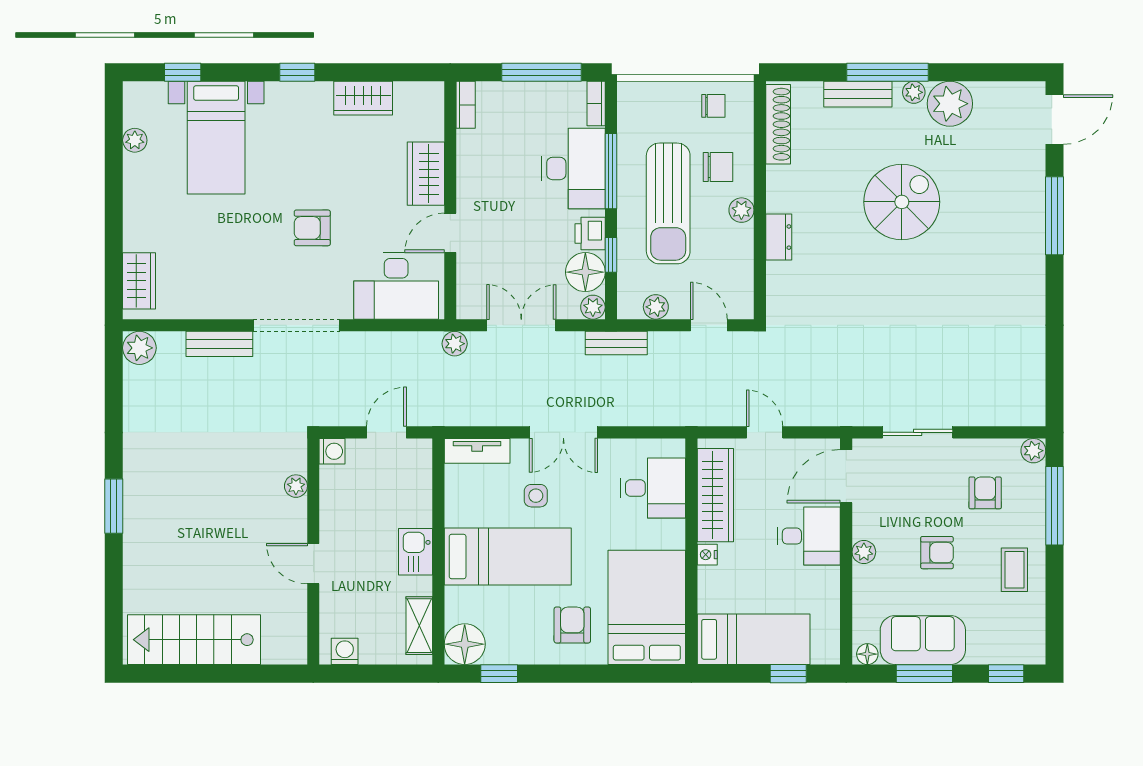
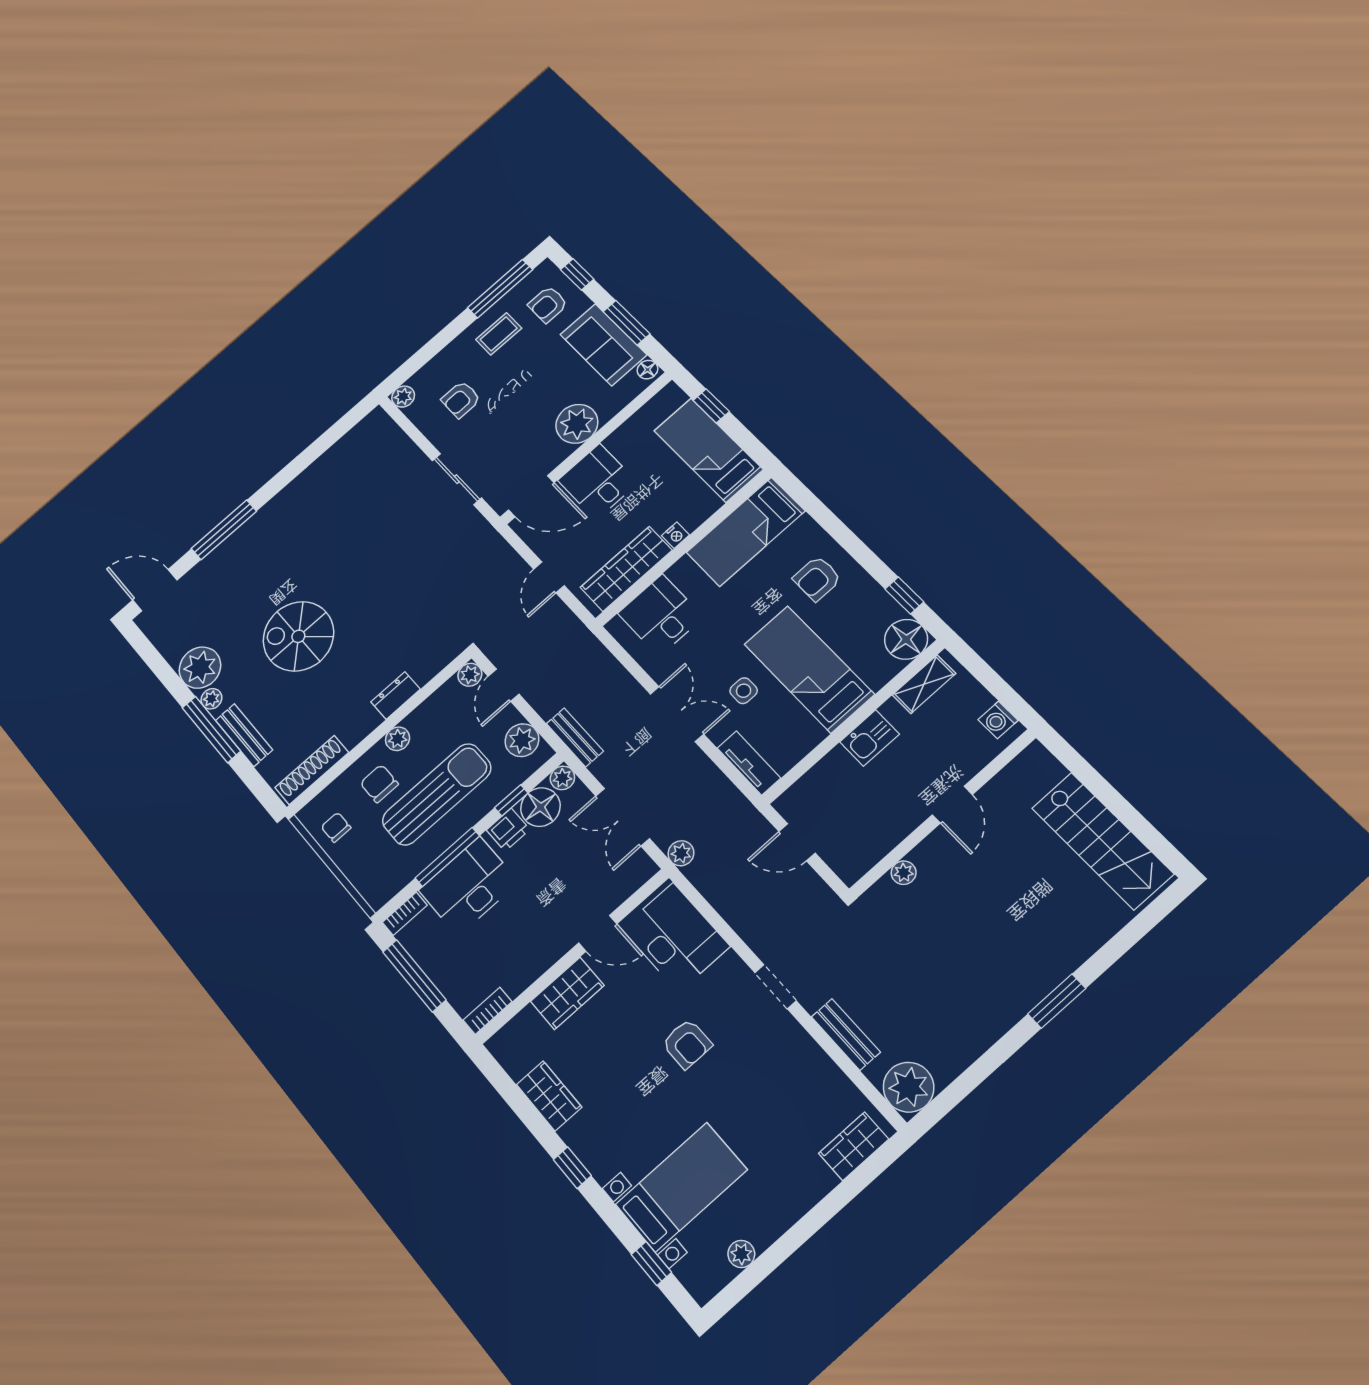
plant: (656, 307) -> (522, 740), width x1.38, depth x1.38
plant: (742, 307) -> (470, 675), added
doorway: (296, 325) -> (776, 987), width x0.53
plant: (139, 348) -> (909, 1087), width x1.36, depth x1.36
washing machine: (332, 451) -> (850, 870), removed
window: (1055, 506) -> (500, 289), moved
plant: (864, 552) -> (577, 424), width x1.87, depth x1.87
armchair: (937, 553) -> (548, 304), moved, turned -90
bed: (647, 607) -> (746, 532), width x0.67

